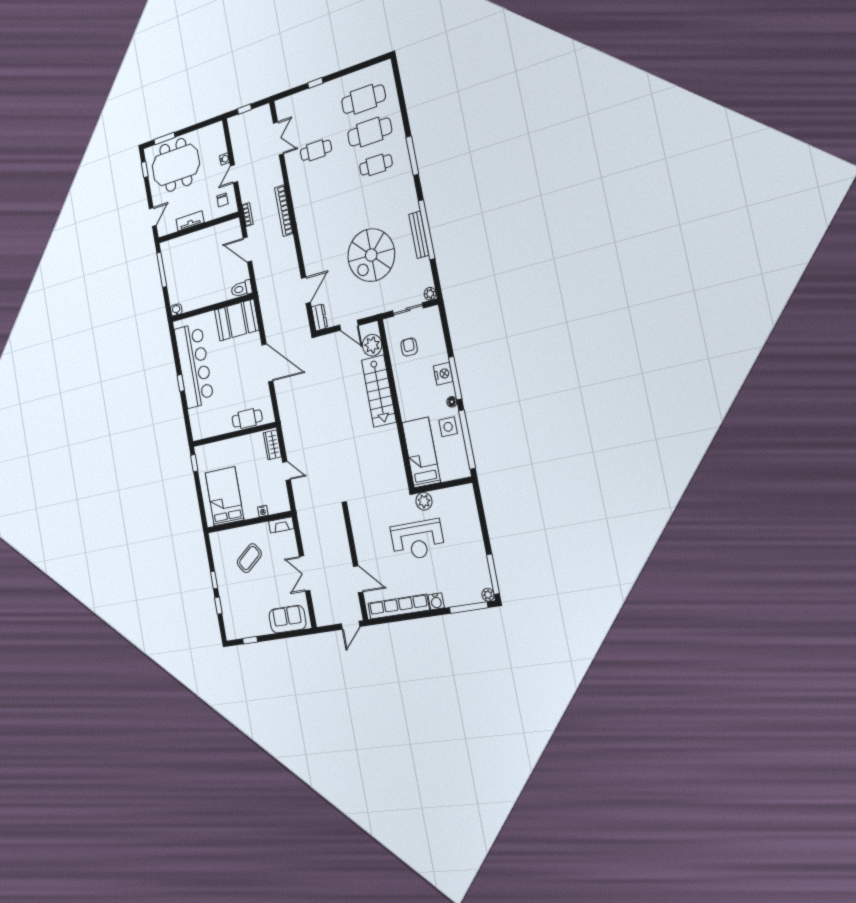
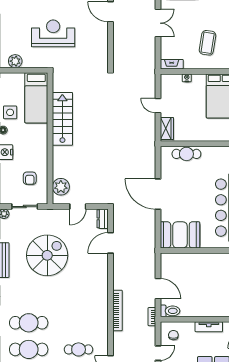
cafe table: (376, 165) -> (29, 323), width x1.37, depth x1.35
toilet: (242, 289) -> (170, 311), moved
door: (349, 325) -> (78, 207), swing flipped
stairs: (379, 391) -> (62, 119), moved
plant: (424, 501) -> (15, 61), moved
coffee table: (249, 558) -> (208, 43), turned -45

